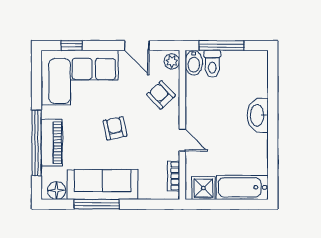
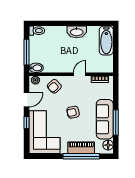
window: (72, 45) -> (26, 123), moved
toilet: (212, 64) -> (37, 31), moved
washbasin: (258, 115) -> (77, 32), moved
shower: (203, 188) -> (107, 62), removed

